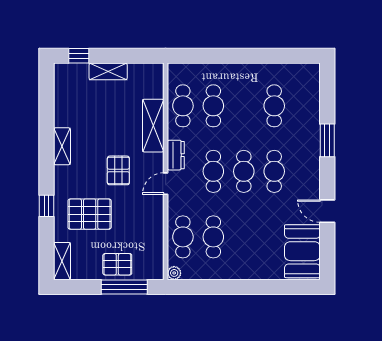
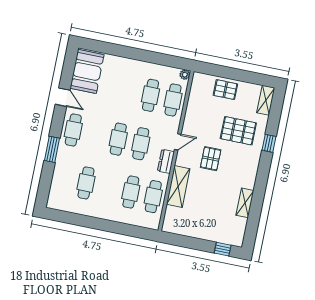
shelving: (108, 71) -> (203, 233), removed
shelving: (62, 146) -> (245, 203), moved
cafe table: (274, 171) -> (73, 130), moved
window: (124, 287) -> (224, 72), removed

